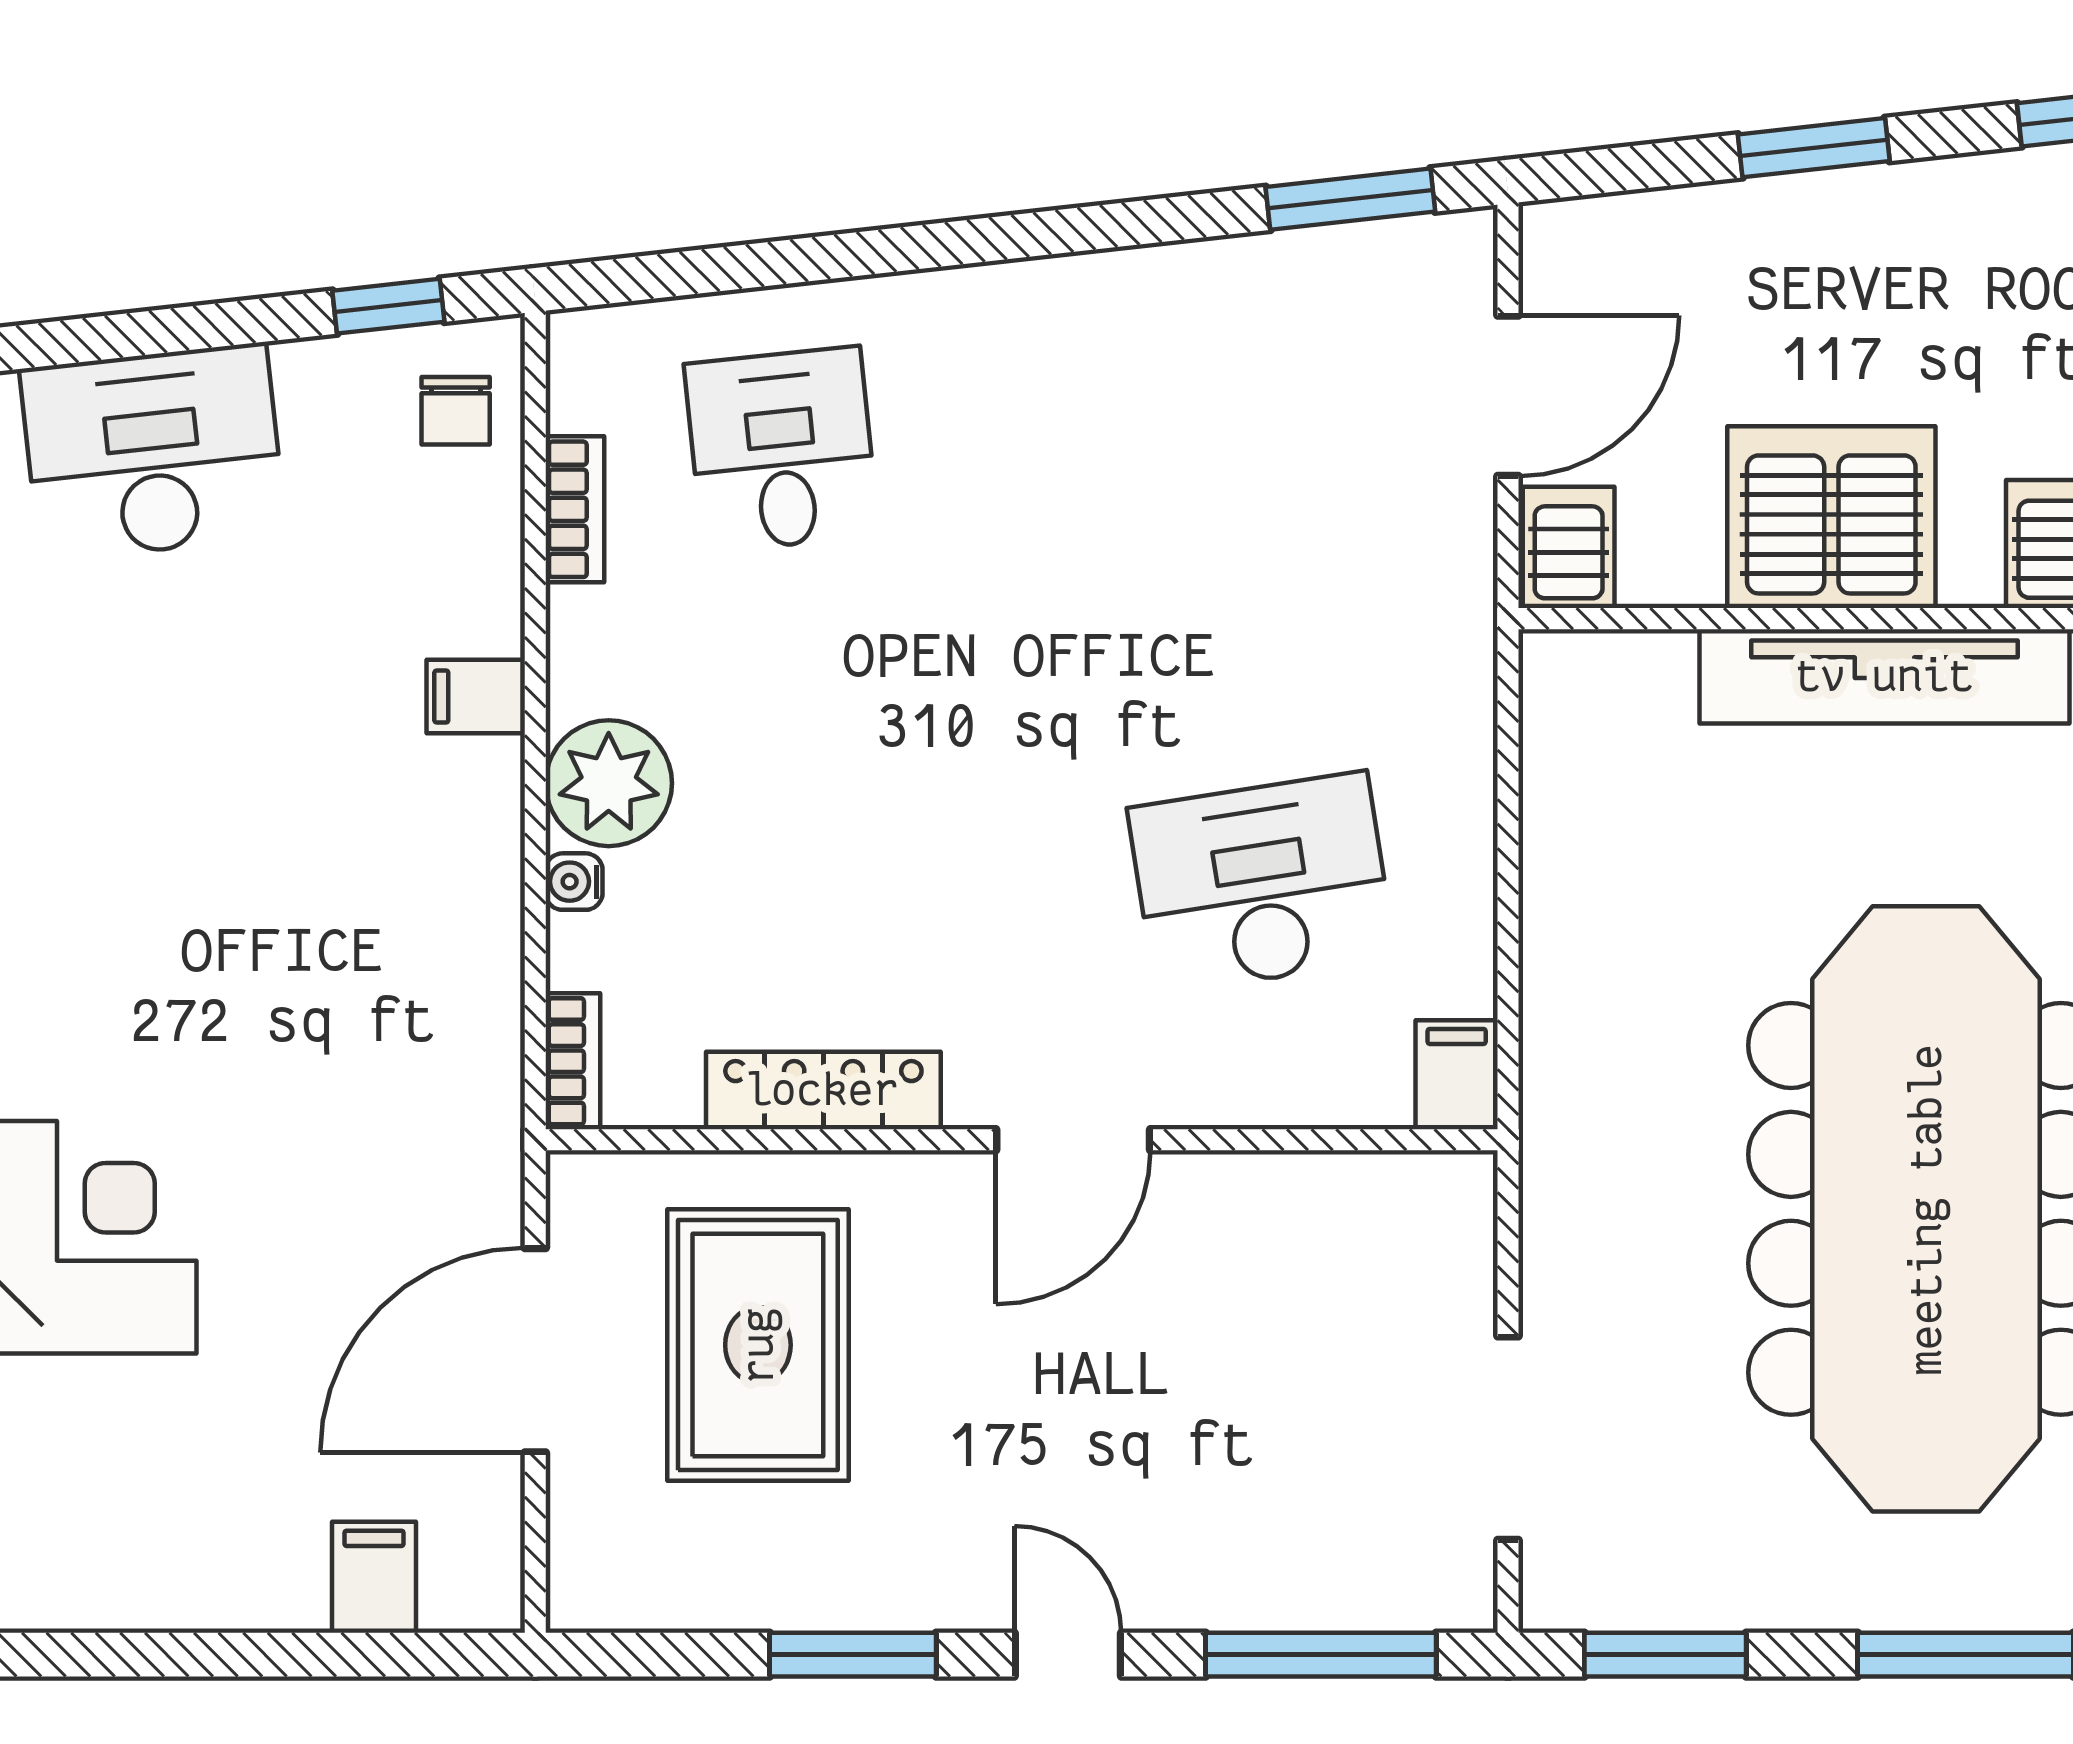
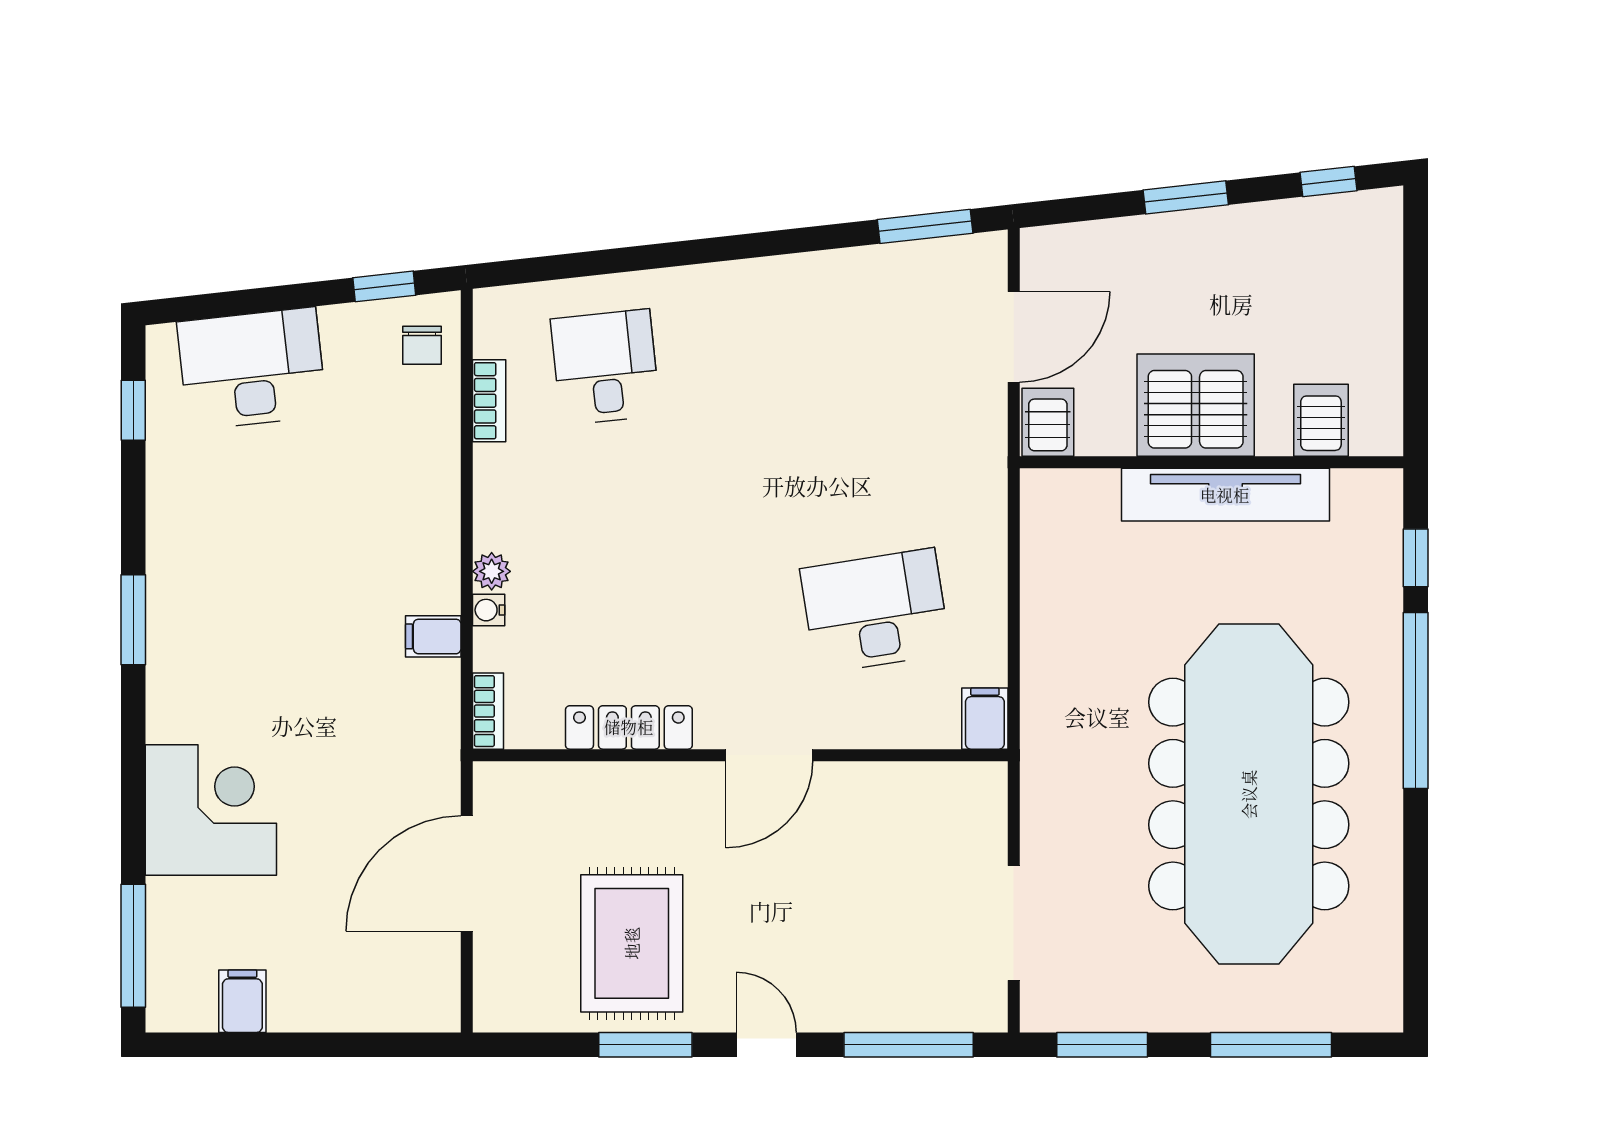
filing cabinet: (476, 696) -> (433, 636), moved
plant: (609, 783) -> (492, 571), width x0.53, depth x0.53
rug: (758, 1345) -> (632, 943), moved
filing cabinet: (374, 1577) -> (242, 1001), moved

